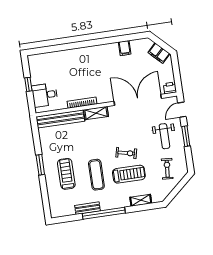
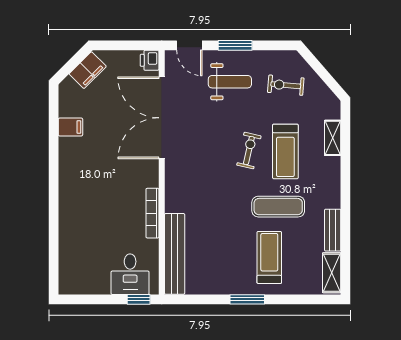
window: (28, 84) -> (139, 299), moved
shelving: (96, 113) -> (332, 273), moved
treadmill: (66, 174) -> (269, 257), turned 90
treadmill: (129, 174) -> (285, 151), turned 180
window: (104, 213) -> (345, 204), removed

